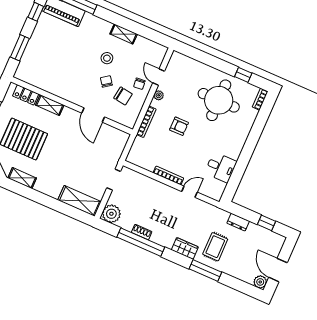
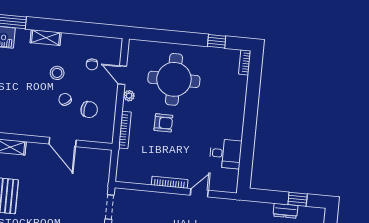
shelving: (124, 34) -> (46, 38), moved
chair: (139, 84) -> (92, 64), moved
round table: (219, 100) -> (174, 79), moved
dresser: (238, 222) -> (285, 211), moved

